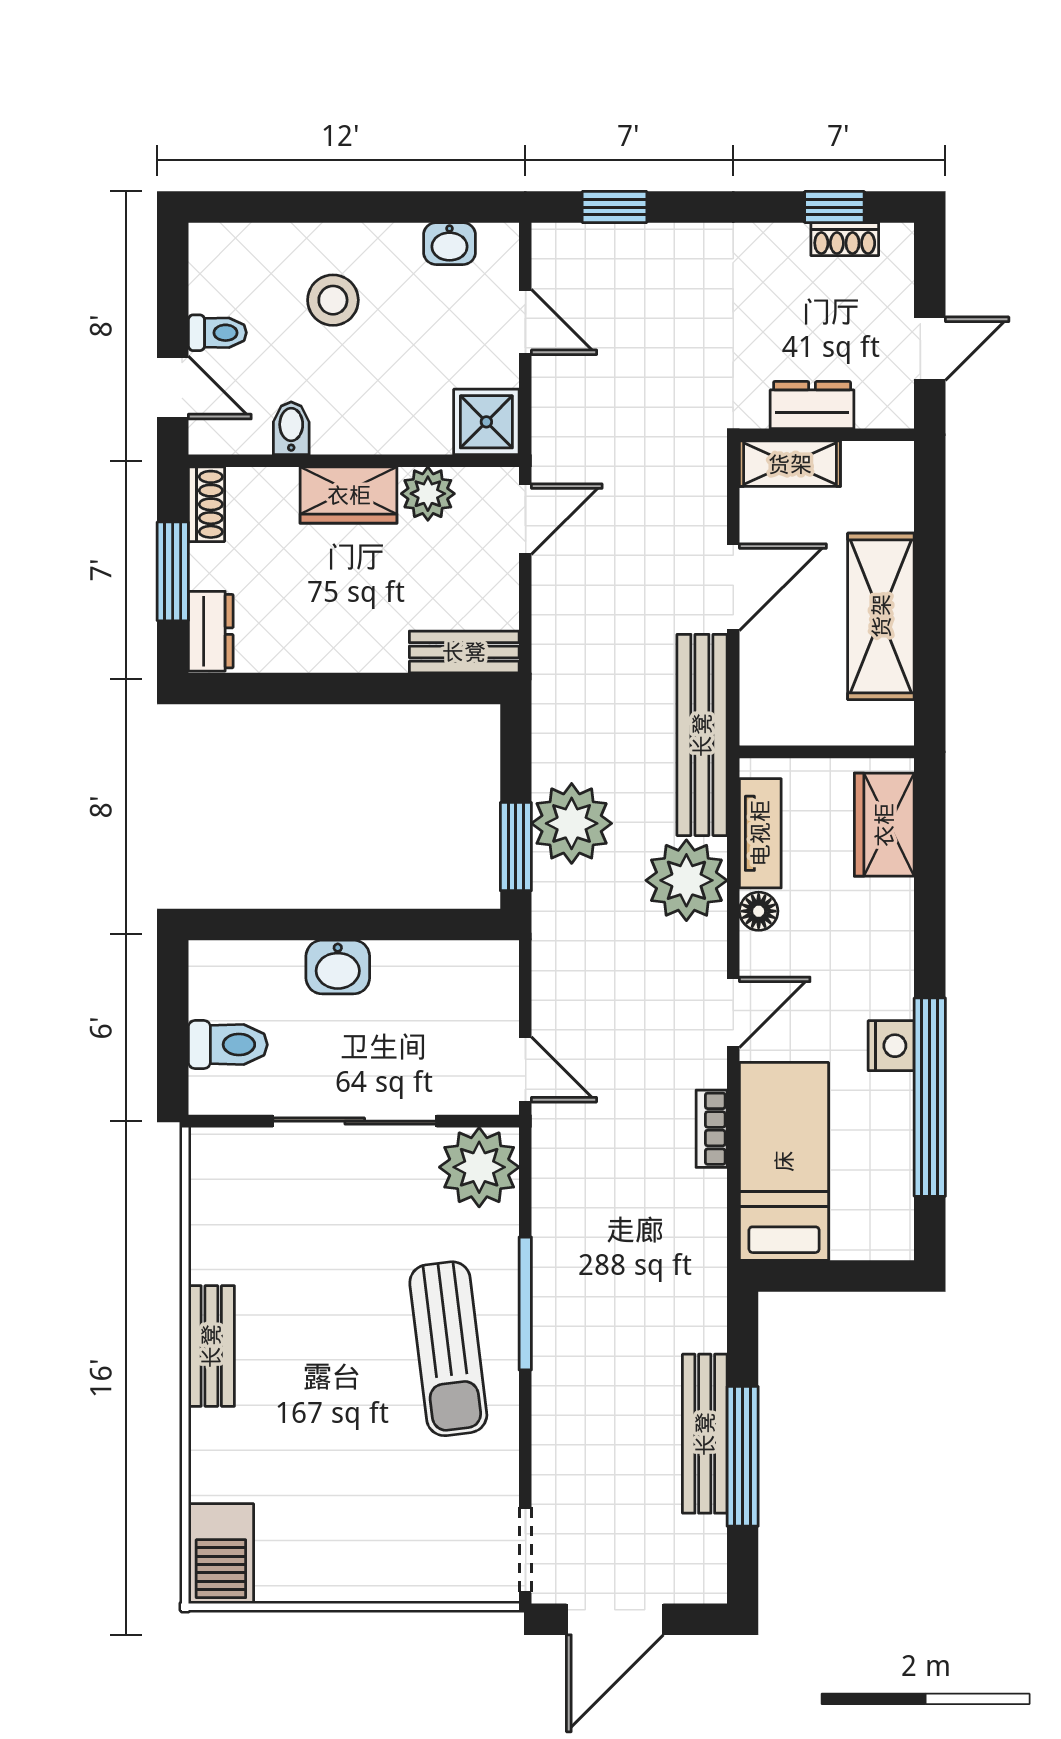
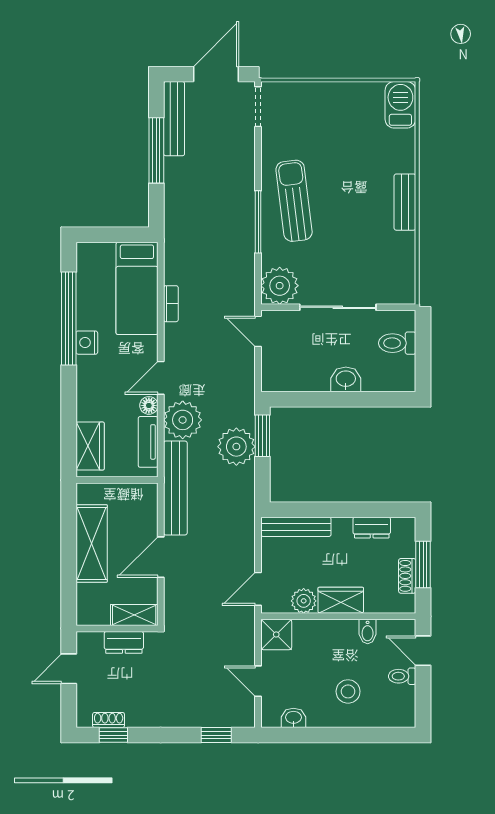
shoe rack: (206, 504) -> (407, 576), moved
dresser: (211, 631) -> (372, 528), moved, turned -90
bench: (464, 652) -> (296, 527), width x1.36
door: (733, 1012) -> (161, 378), moved
bench: (705, 1434) -> (174, 119), moved

